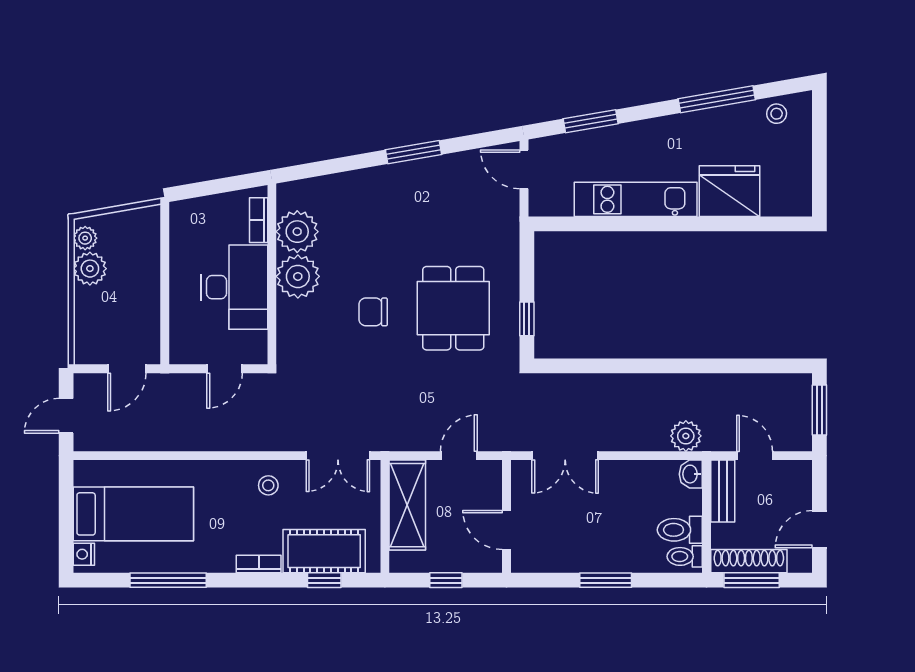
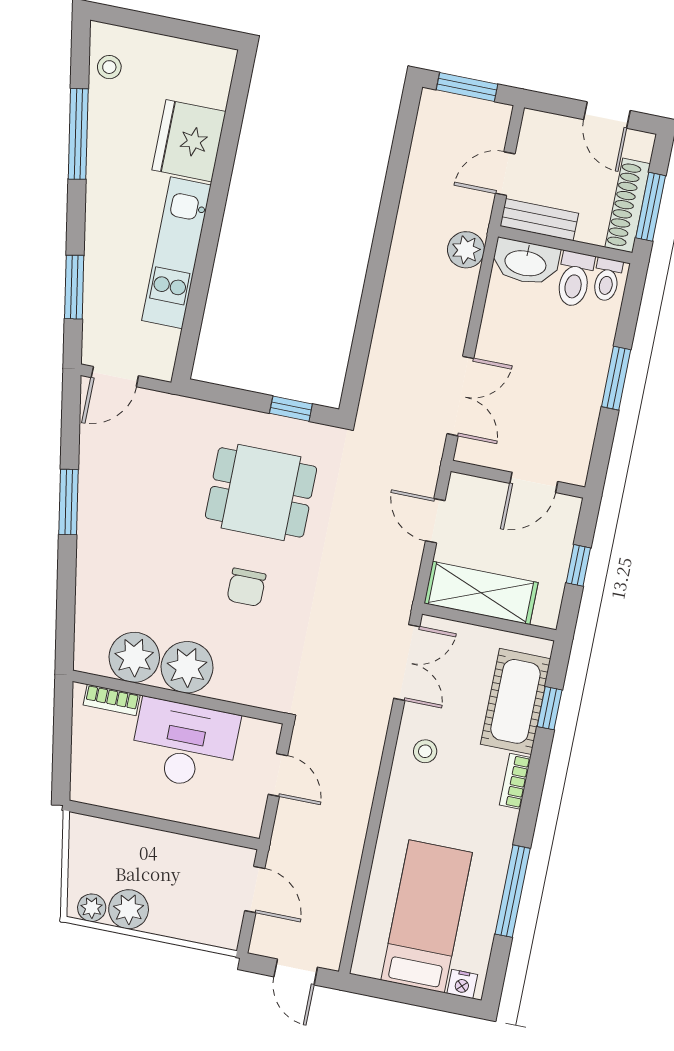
washbasin: (691, 474) -> (526, 262), width x1.91, depth x1.45

